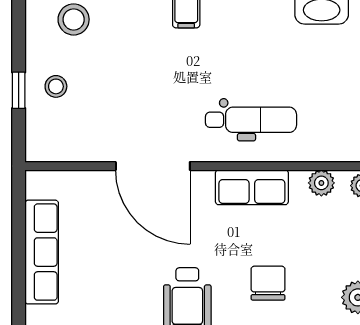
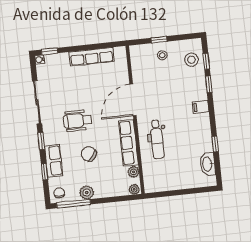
row of seats: (252, 187) -> (128, 143), width x1.48
chair: (268, 283) -> (89, 154), turned -144

